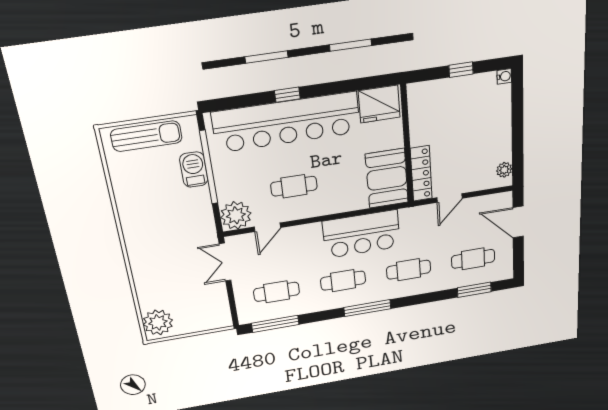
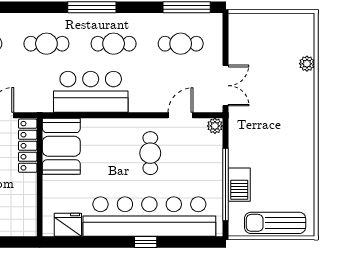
fridge: (379, 104) -> (68, 225), width x0.73, depth x0.75
cafe table: (294, 186) -> (150, 153), turned 90
plant: (236, 215) -> (215, 126), width x0.53, depth x0.53
plant: (158, 322) -> (307, 64), moved, width x0.53, depth x0.53

